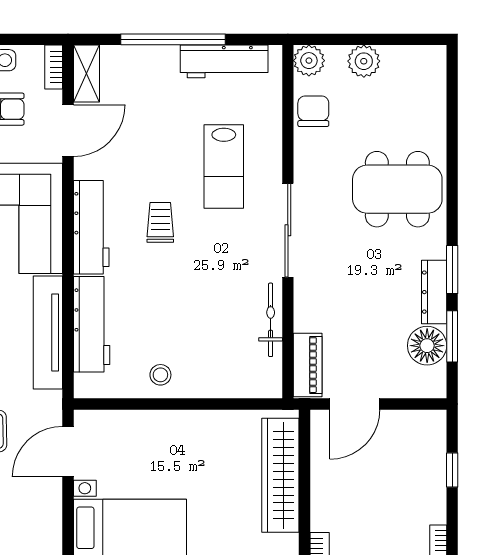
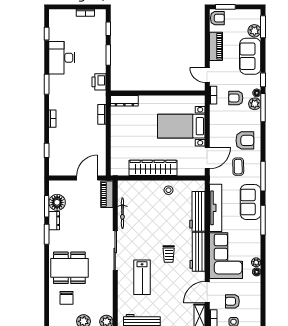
chair: (313, 111) -> (66, 298), moved
lab bench: (224, 167) -> (142, 277), turned 180
dresser: (434, 292) -> (54, 221), width x0.70
wardrobe: (280, 475) -> (153, 168), moved, turned -90

